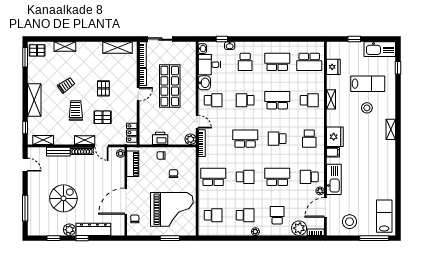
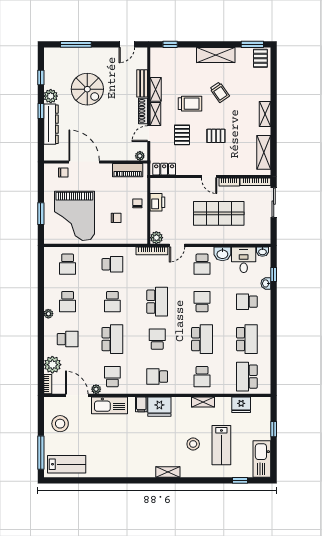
shelving: (65, 46) -> (265, 114), moved
shelving: (34, 100) -> (216, 55), moved
shelving: (43, 140) -> (156, 89), moved
school desk: (213, 177) -> (112, 264), width x0.54

